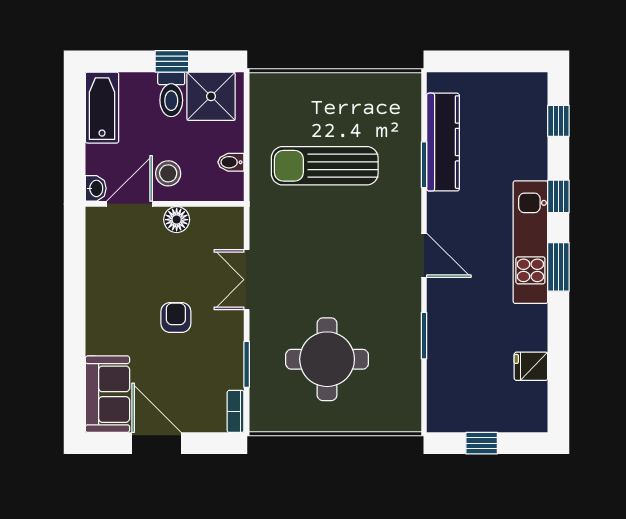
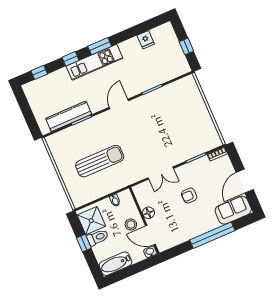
sun lounger: (325, 166) -> (100, 161), turned -90
window: (75, 330) -> (212, 235), added
round table: (327, 359) -> (179, 125), removed

